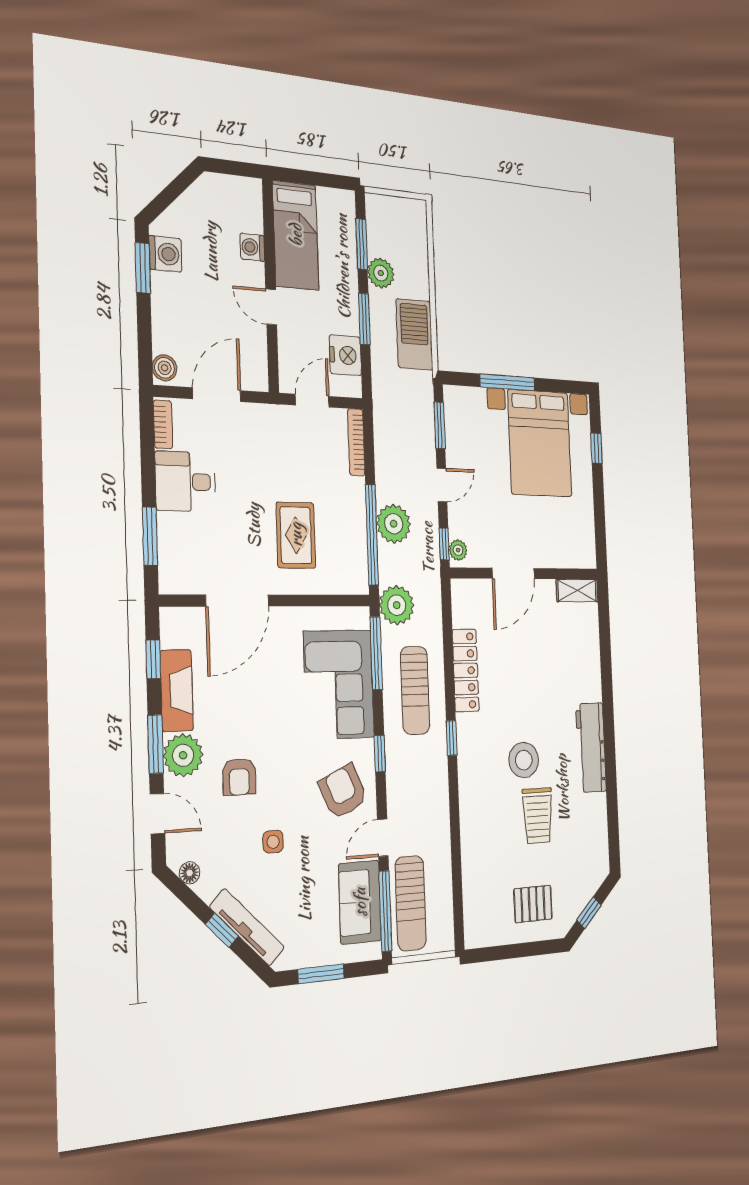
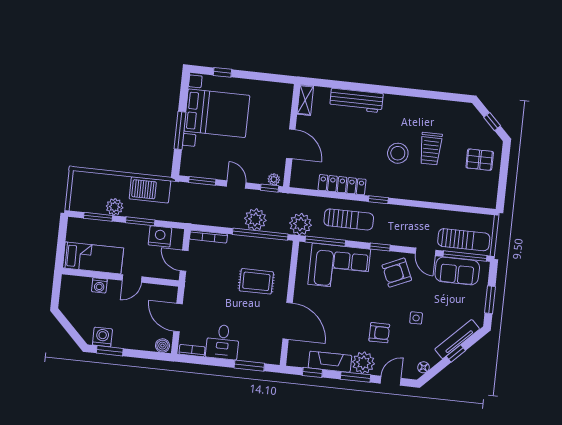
workbench: (591, 748) -> (356, 100), moved
trolley: (538, 816) -> (431, 149), turned 90
pallet: (533, 904) -> (480, 160), turned 90

